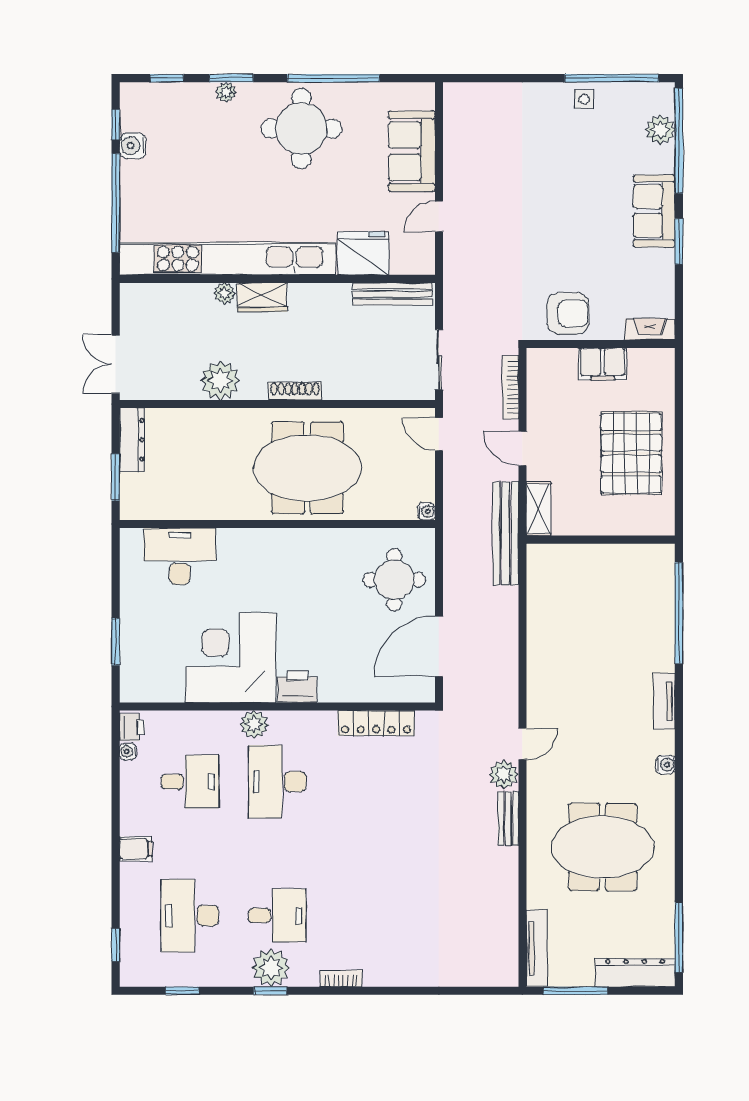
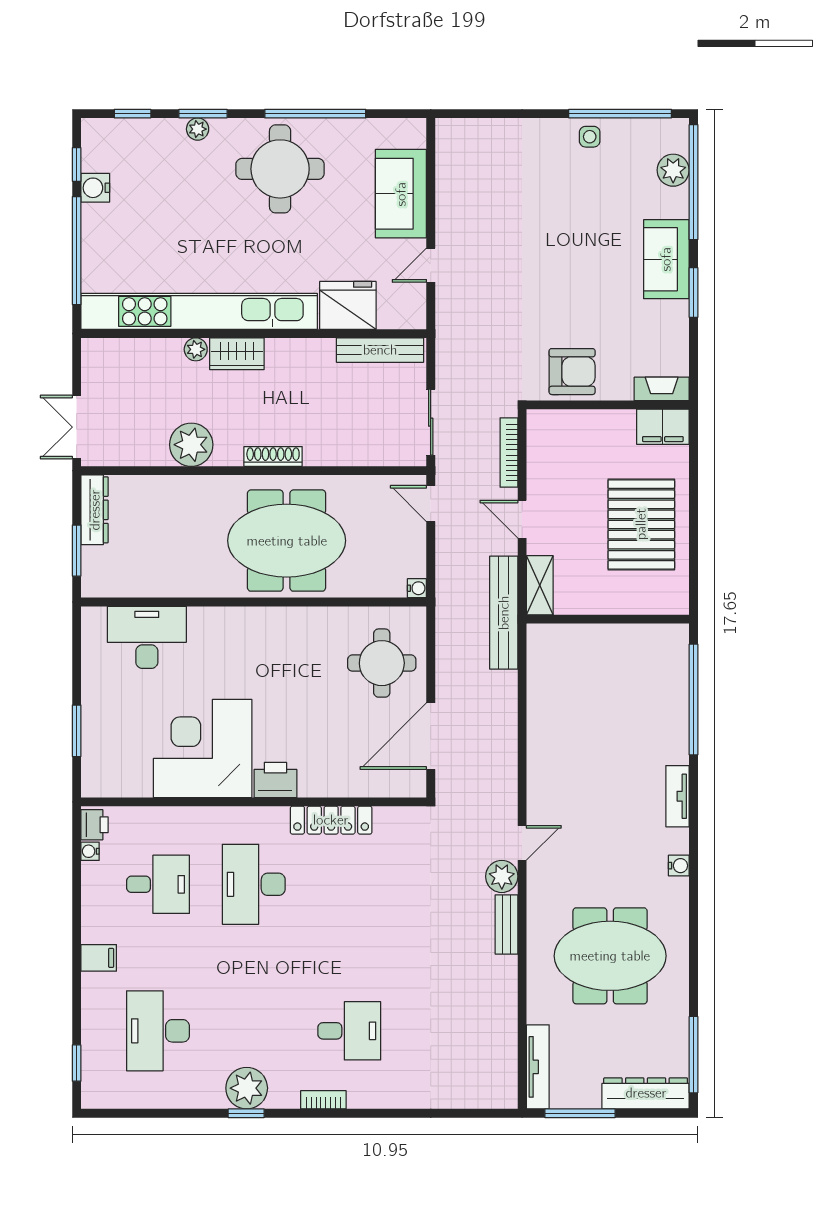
filing cabinet: (603, 364) -> (663, 427), moved
locker: (376, 723) -> (331, 820), moved
plant: (254, 725) -> (228, 822), removed
desk: (277, 916) -> (349, 1031), moved
window: (182, 991) -> (149, 1113), removed

